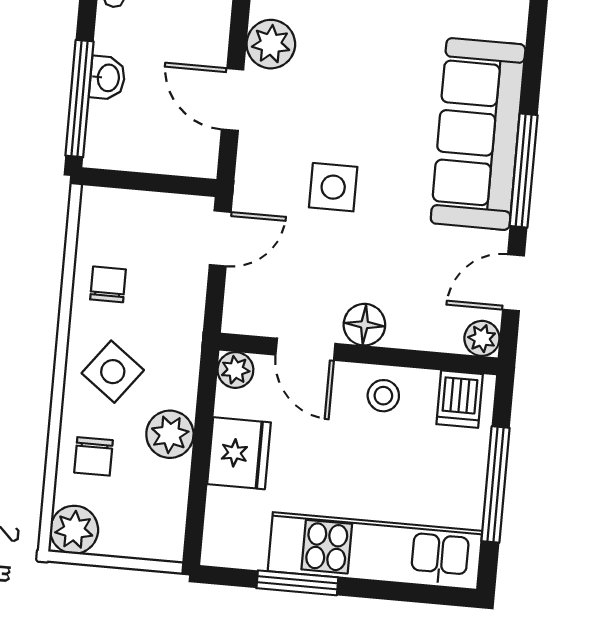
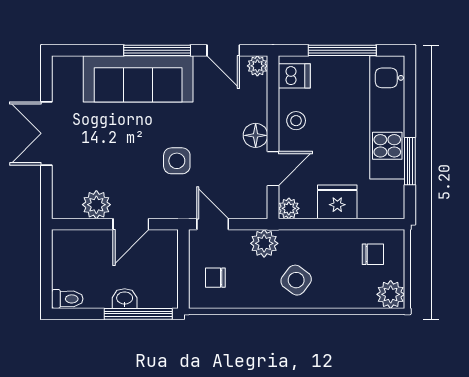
chair: (108, 284) -> (215, 278), moved
plant: (170, 434) -> (264, 243), moved
chair: (94, 456) -> (373, 254), moved

